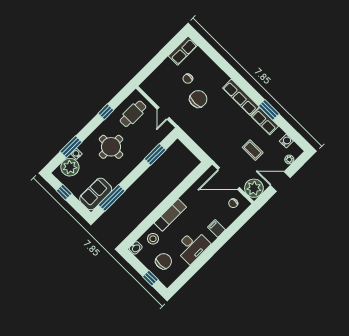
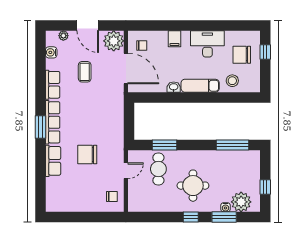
row of seats: (183, 51) -> (53, 161), moved, turned 90
chair: (188, 79) -> (112, 196), moved
window: (269, 110) -> (40, 127), moved
window: (106, 112) -> (191, 217), moved
cafe table: (133, 114) -> (158, 169), moved, turned 90
sofa: (96, 194) -> (242, 161), removed
washbasin: (136, 248) -> (174, 87), moved

